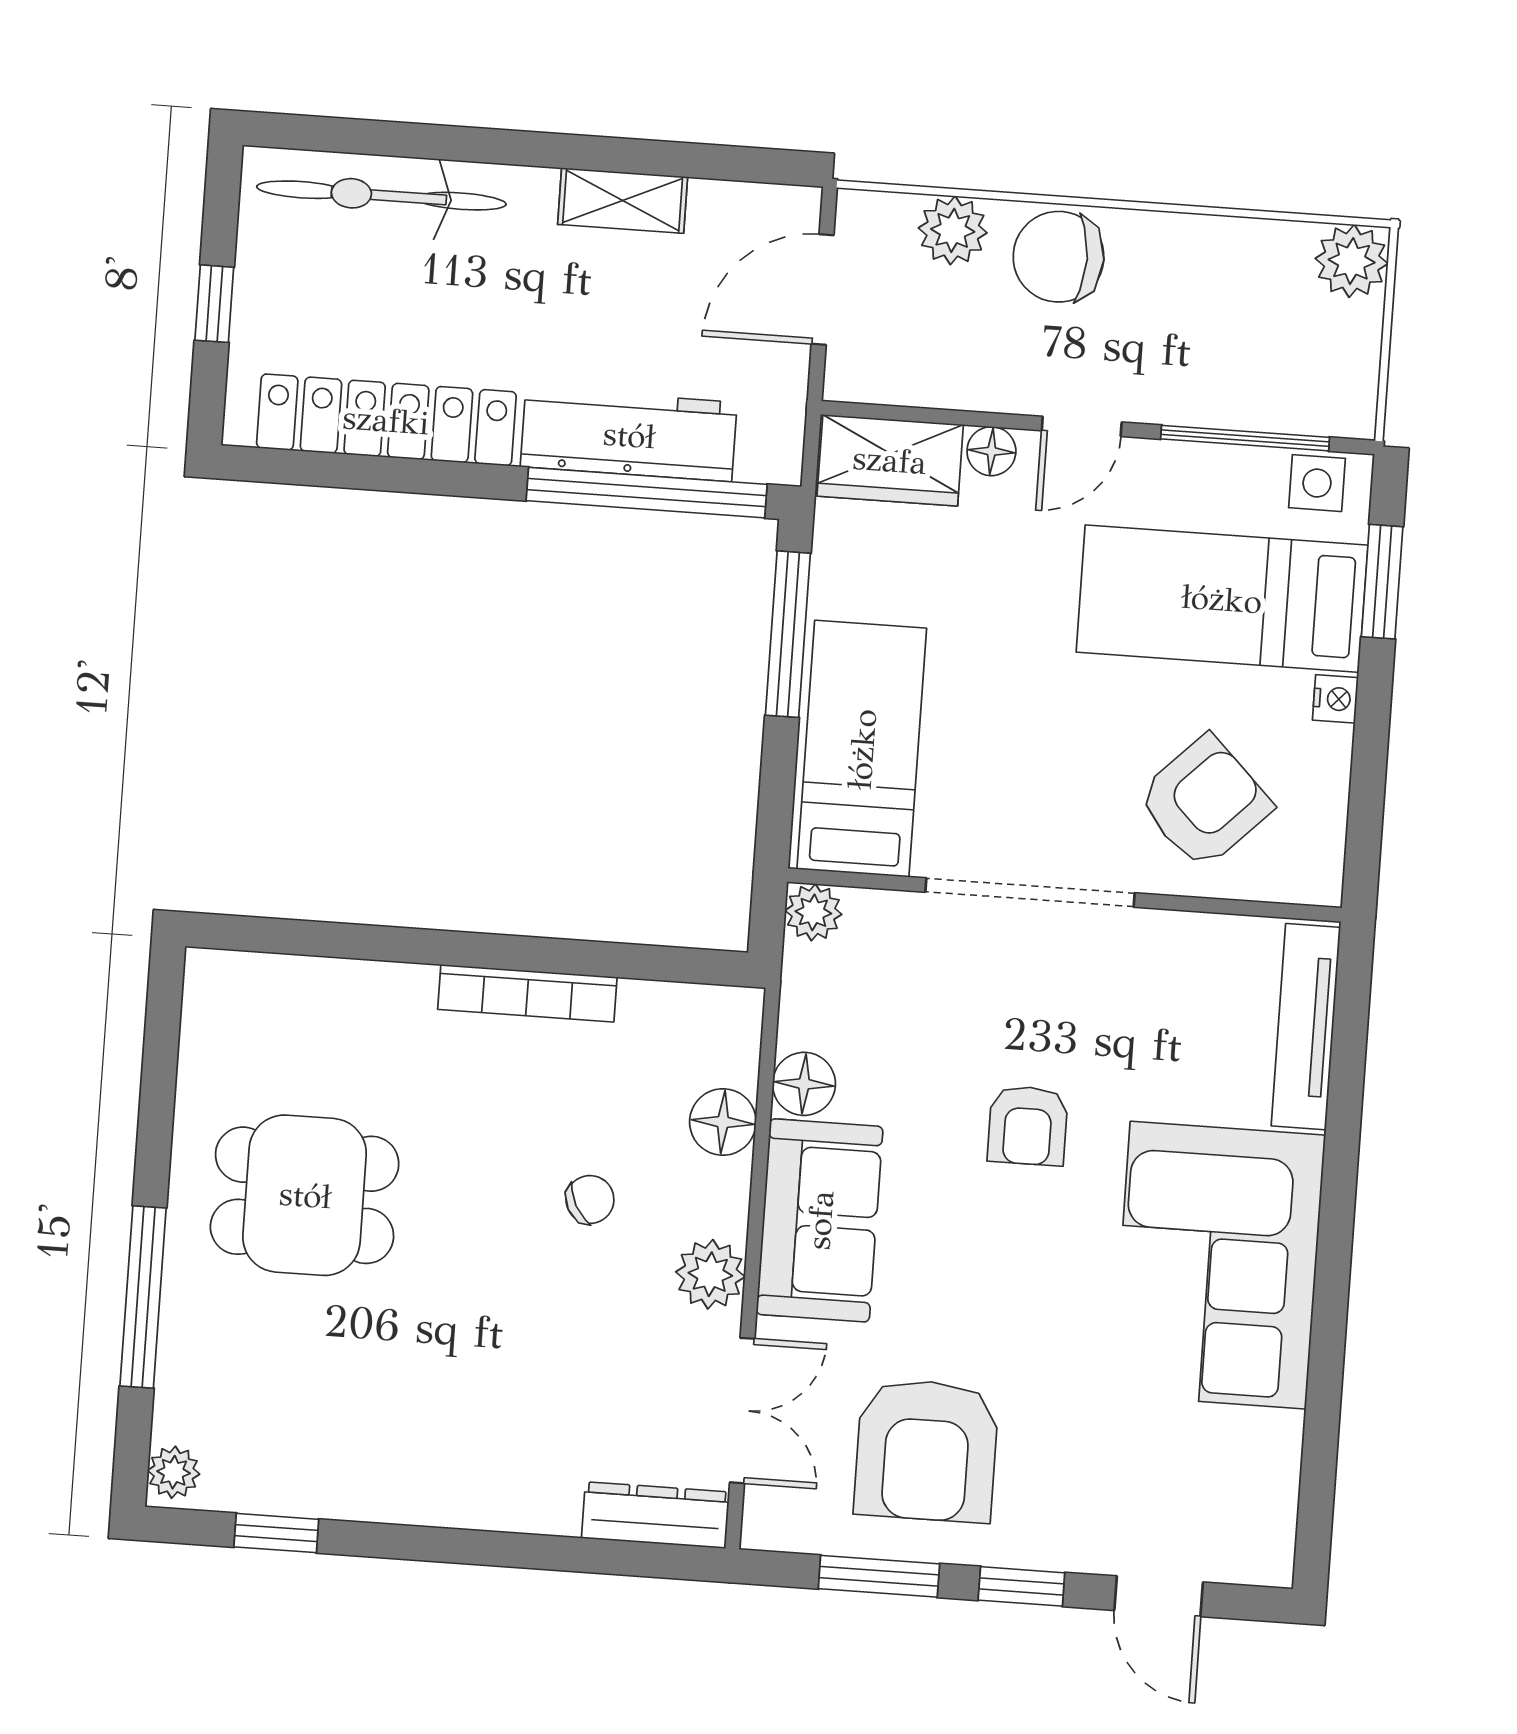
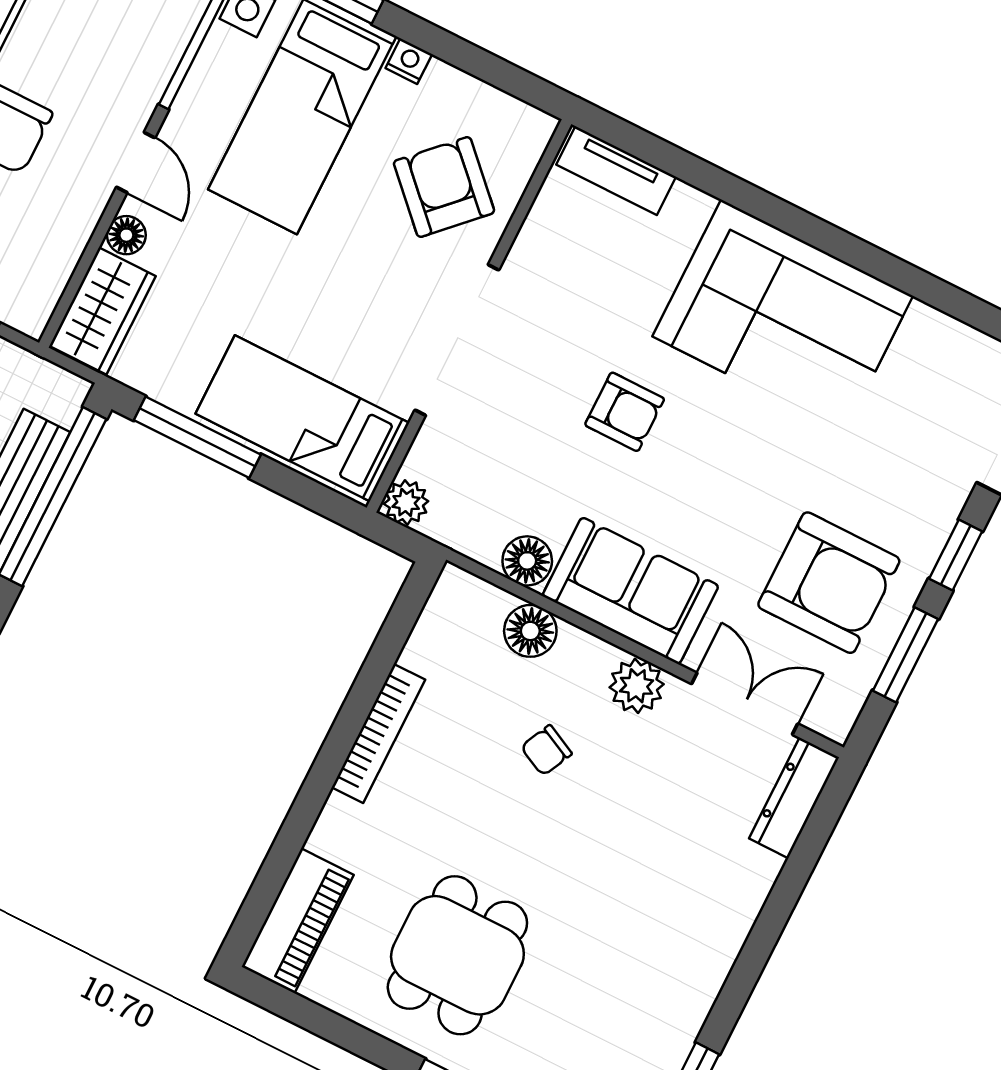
piano: (267, 990) -> (298, 921), added
tv unit: (1306, 1027) -> (616, 171), width x0.71
chair: (590, 1200) -> (546, 750), turned -126

